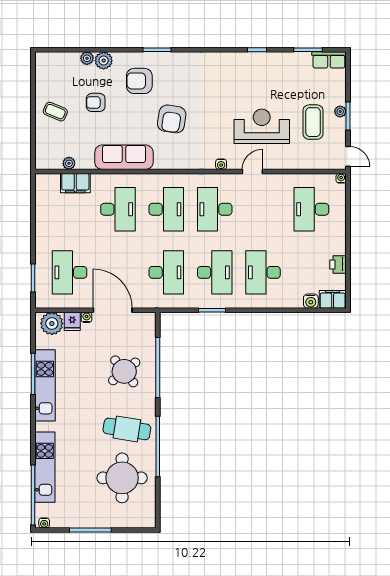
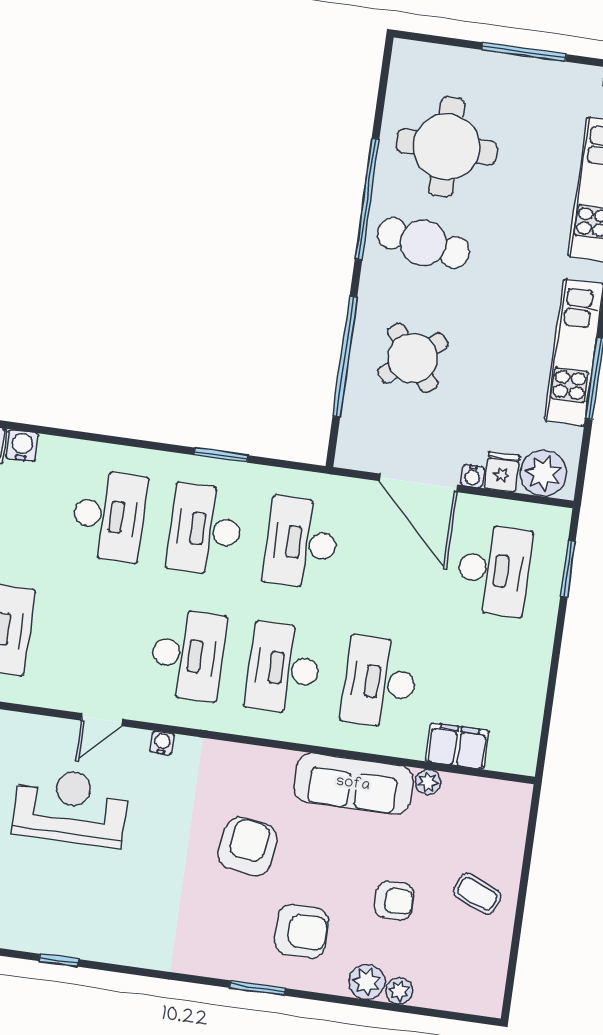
reception desk: (262, 126) -> (71, 807), turned 180
plant: (69, 163) -> (428, 782), moved

